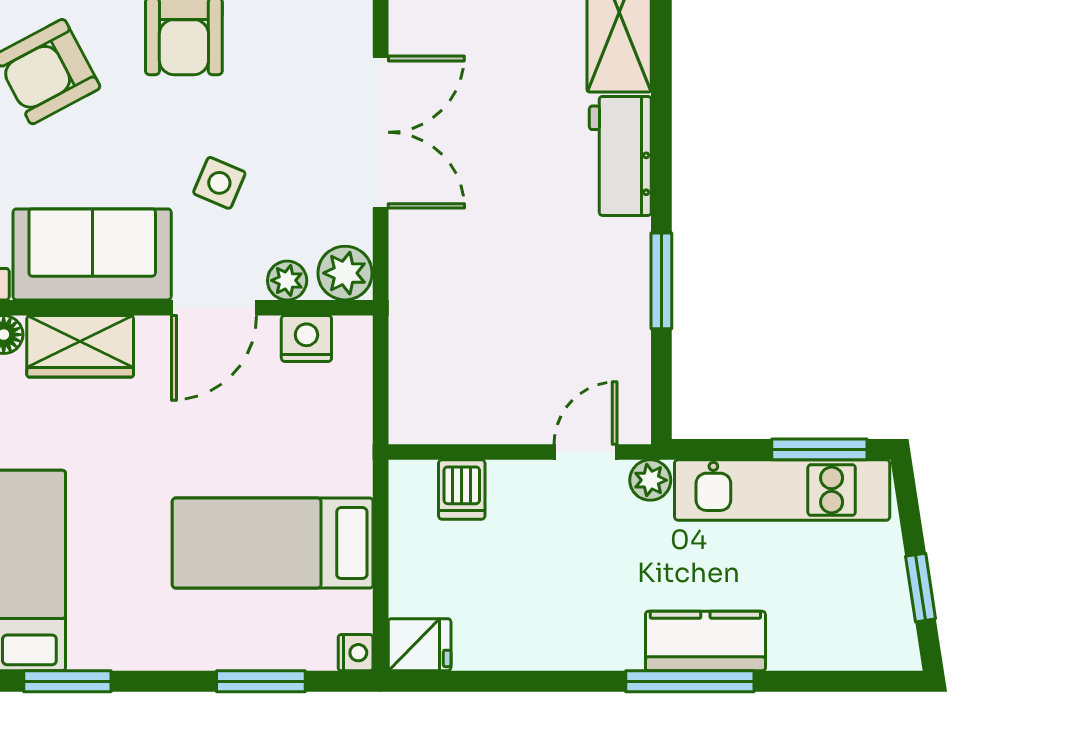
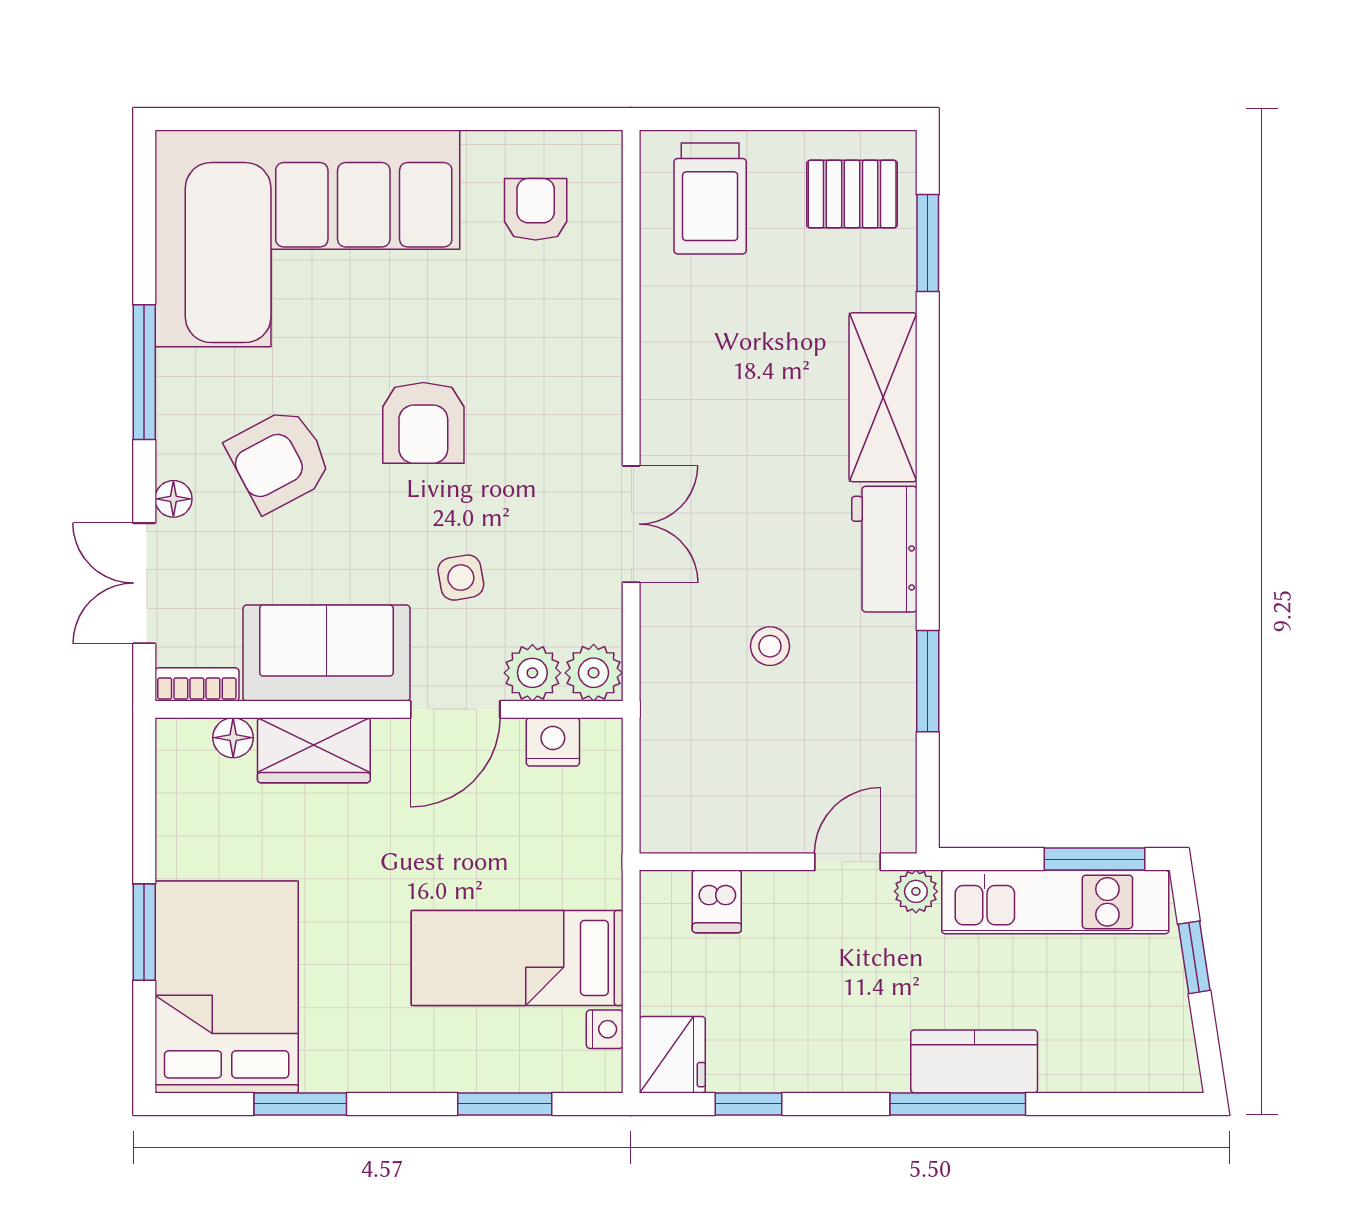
double door: (381, 132) -> (631, 524), width x0.73
side table: (219, 183) -> (461, 578), turned -33
stool: (512, 248) -> (770, 646), added
plant: (287, 280) -> (532, 673), width x1.38, depth x1.38
window: (921, 588) -> (1194, 957), moved
fridge: (420, 645) -> (672, 1055), width x1.38
nightstand: (356, 653) -> (605, 1029), moved
window: (492, 681) -> (748, 1104), added

